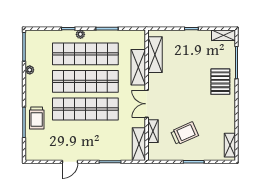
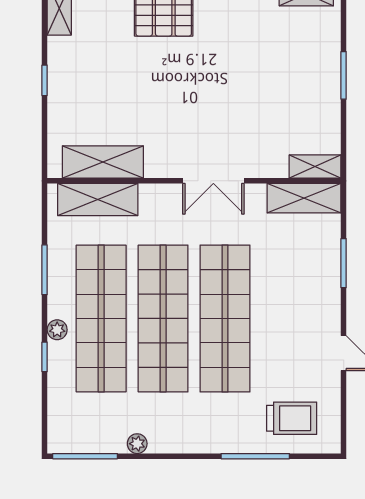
shelving: (138, 67) -> (98, 200), moved
trolley: (37, 118) -> (292, 418), moved
shelving: (153, 131) -> (315, 167), moved
trolley: (185, 133) -> (280, 96), removed

